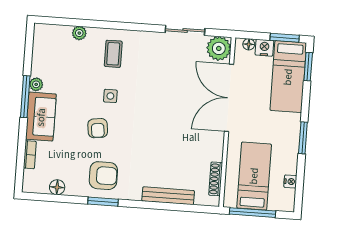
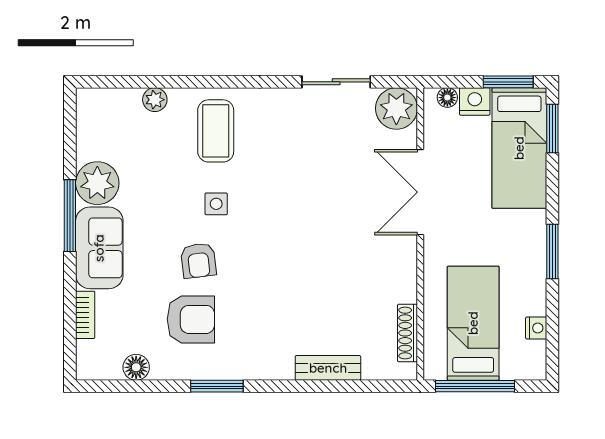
coffee table: (113, 54) -> (216, 131), width x1.36, depth x1.30
plant: (36, 84) -> (97, 183), width x1.88, depth x1.88
double door: (229, 98) -> (420, 192), width x0.73
armchair: (103, 176) -> (191, 319), moved
bench: (168, 196) -> (328, 368), width x0.73

